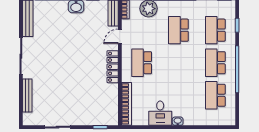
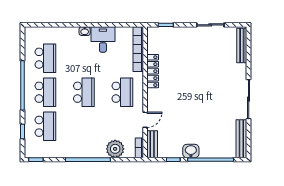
school desk: (178, 30) -> (84, 92), moved
locker: (113, 67) -> (153, 71), moved
bench: (27, 95) -> (242, 46), moved

